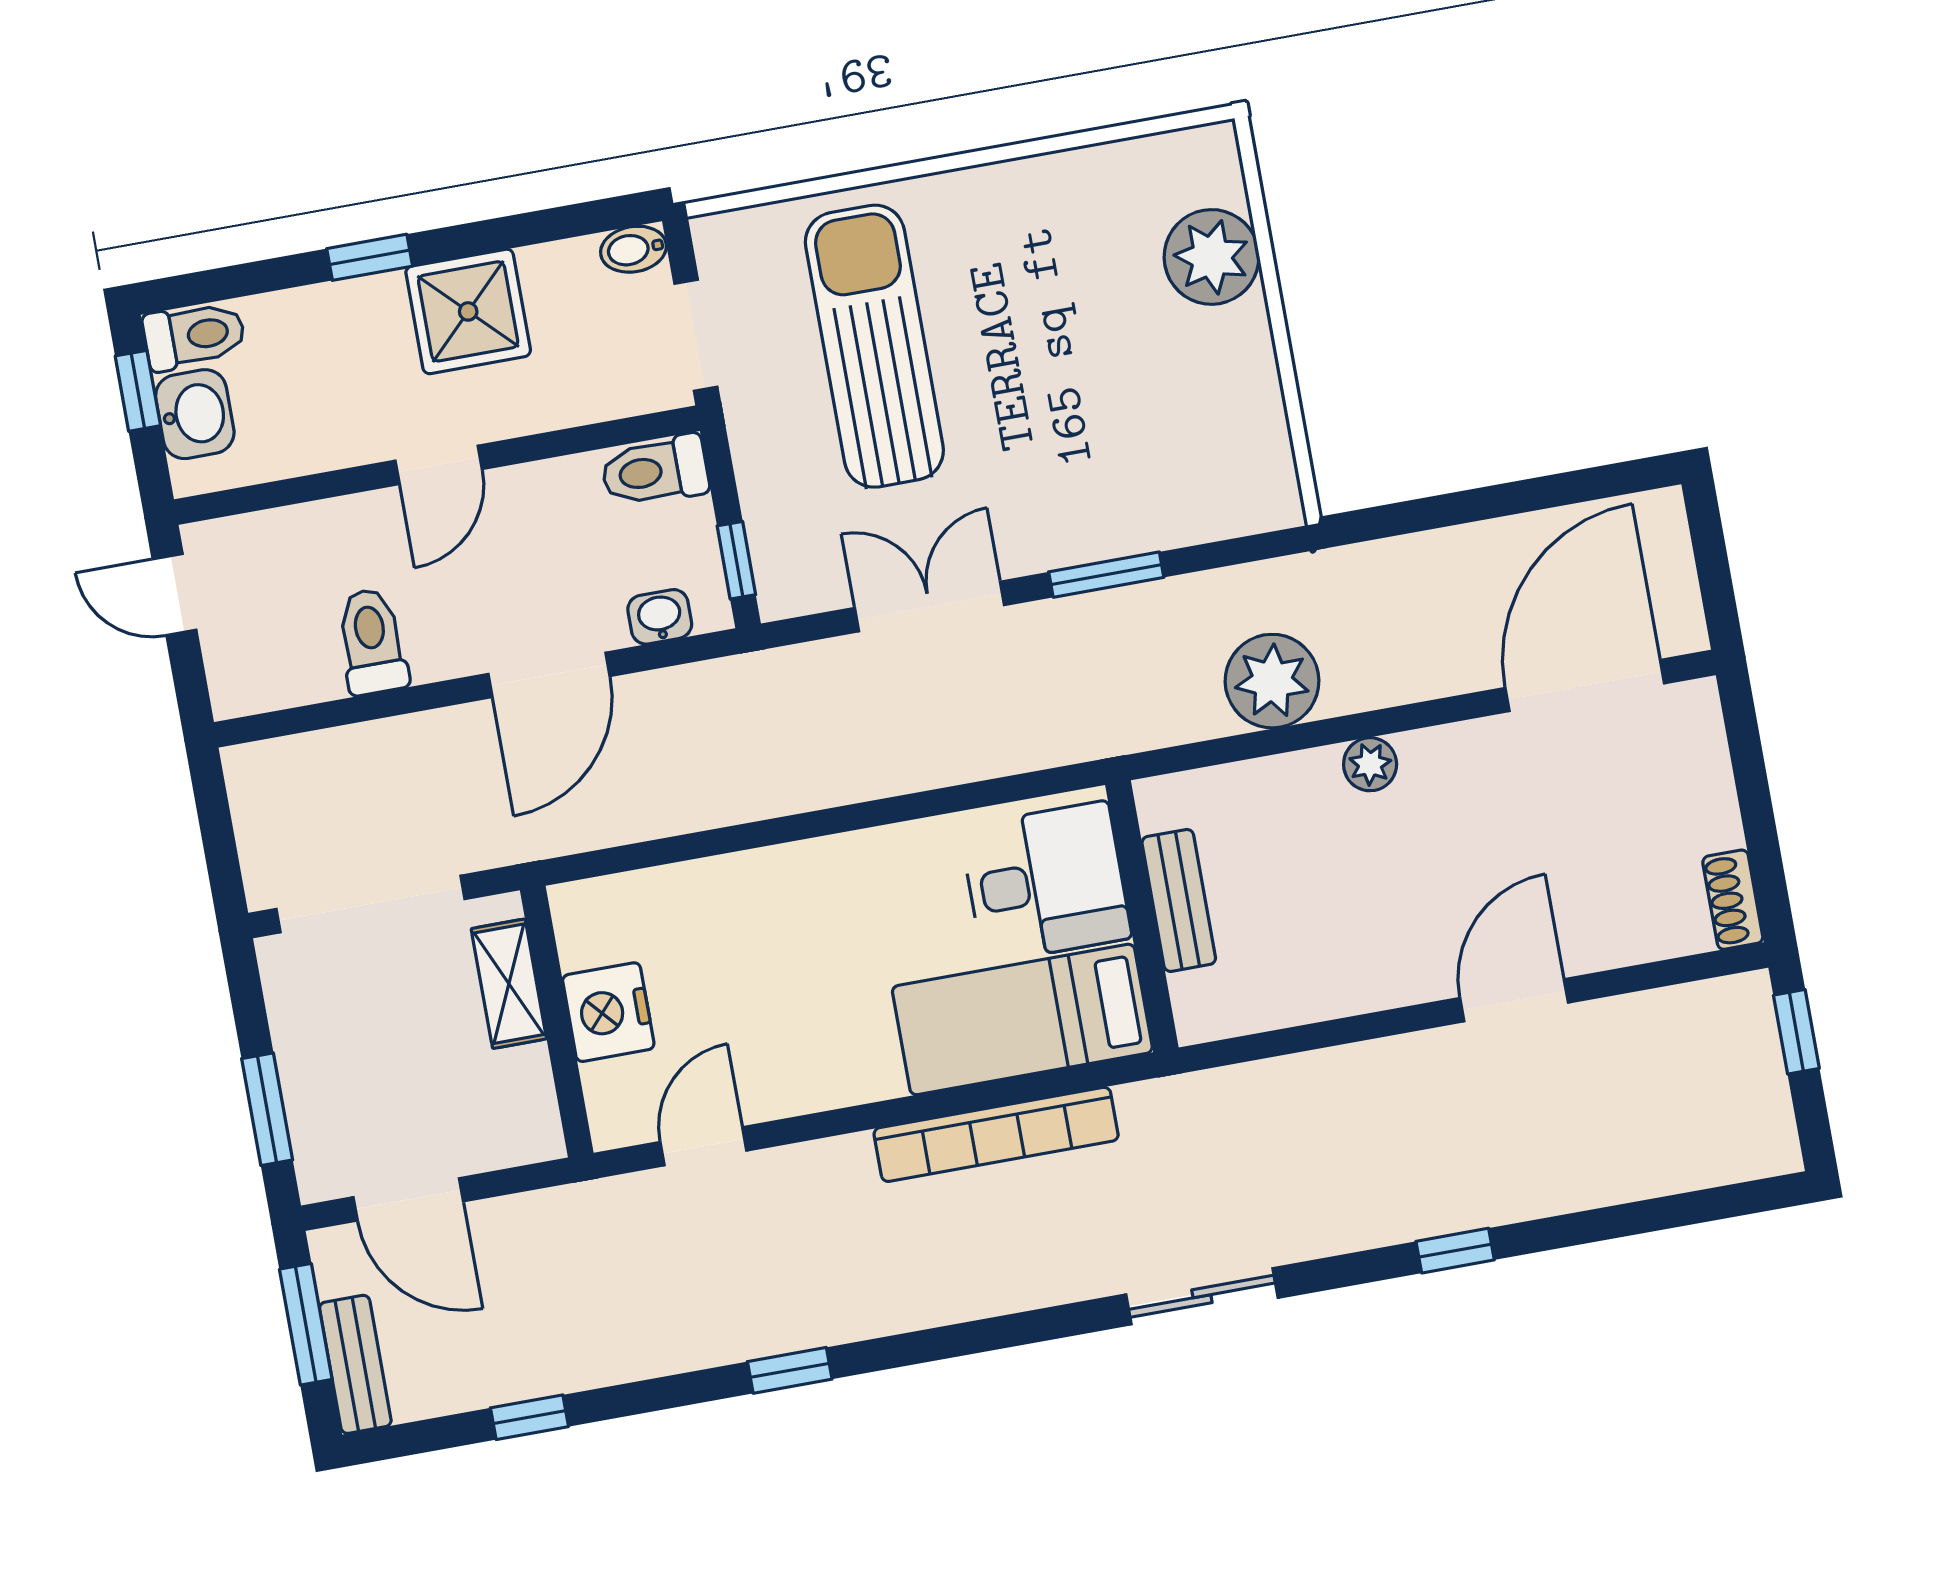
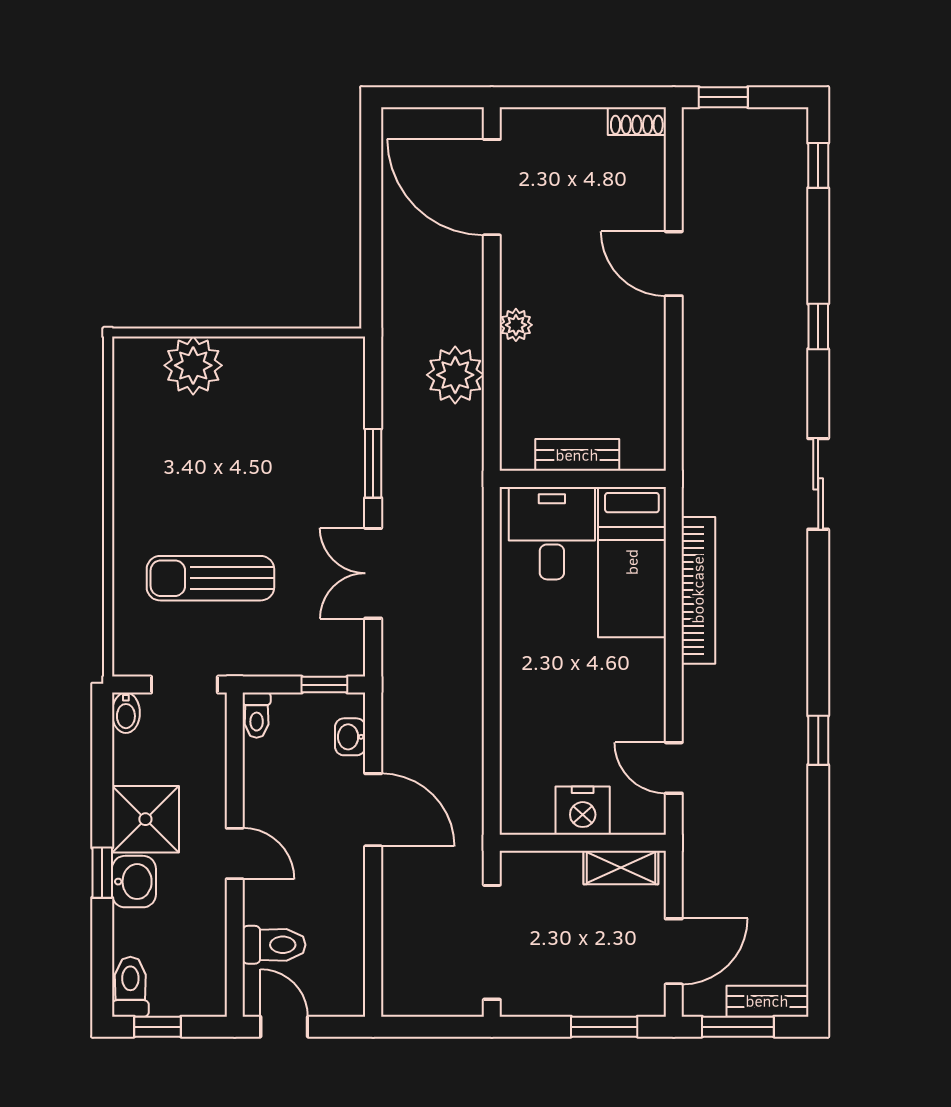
sun lounger: (874, 346) -> (210, 578), width x0.73, depth x0.75
washbasin: (195, 414) -> (134, 882), moved, turned 90
toilet: (655, 471) -> (257, 715), width x0.73, depth x0.72
door: (174, 595) -> (284, 1027), swing flipped
toilet: (372, 642) -> (274, 945), moved, turned 180
shelving: (509, 984) -> (621, 868), moved
window: (529, 1417) -> (818, 165), moved

